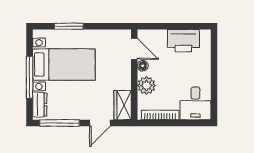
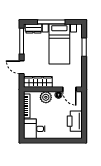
door: (134, 49) -> (69, 89), hinge flipped
wardrobe: (123, 105) -> (38, 82), width x1.50

